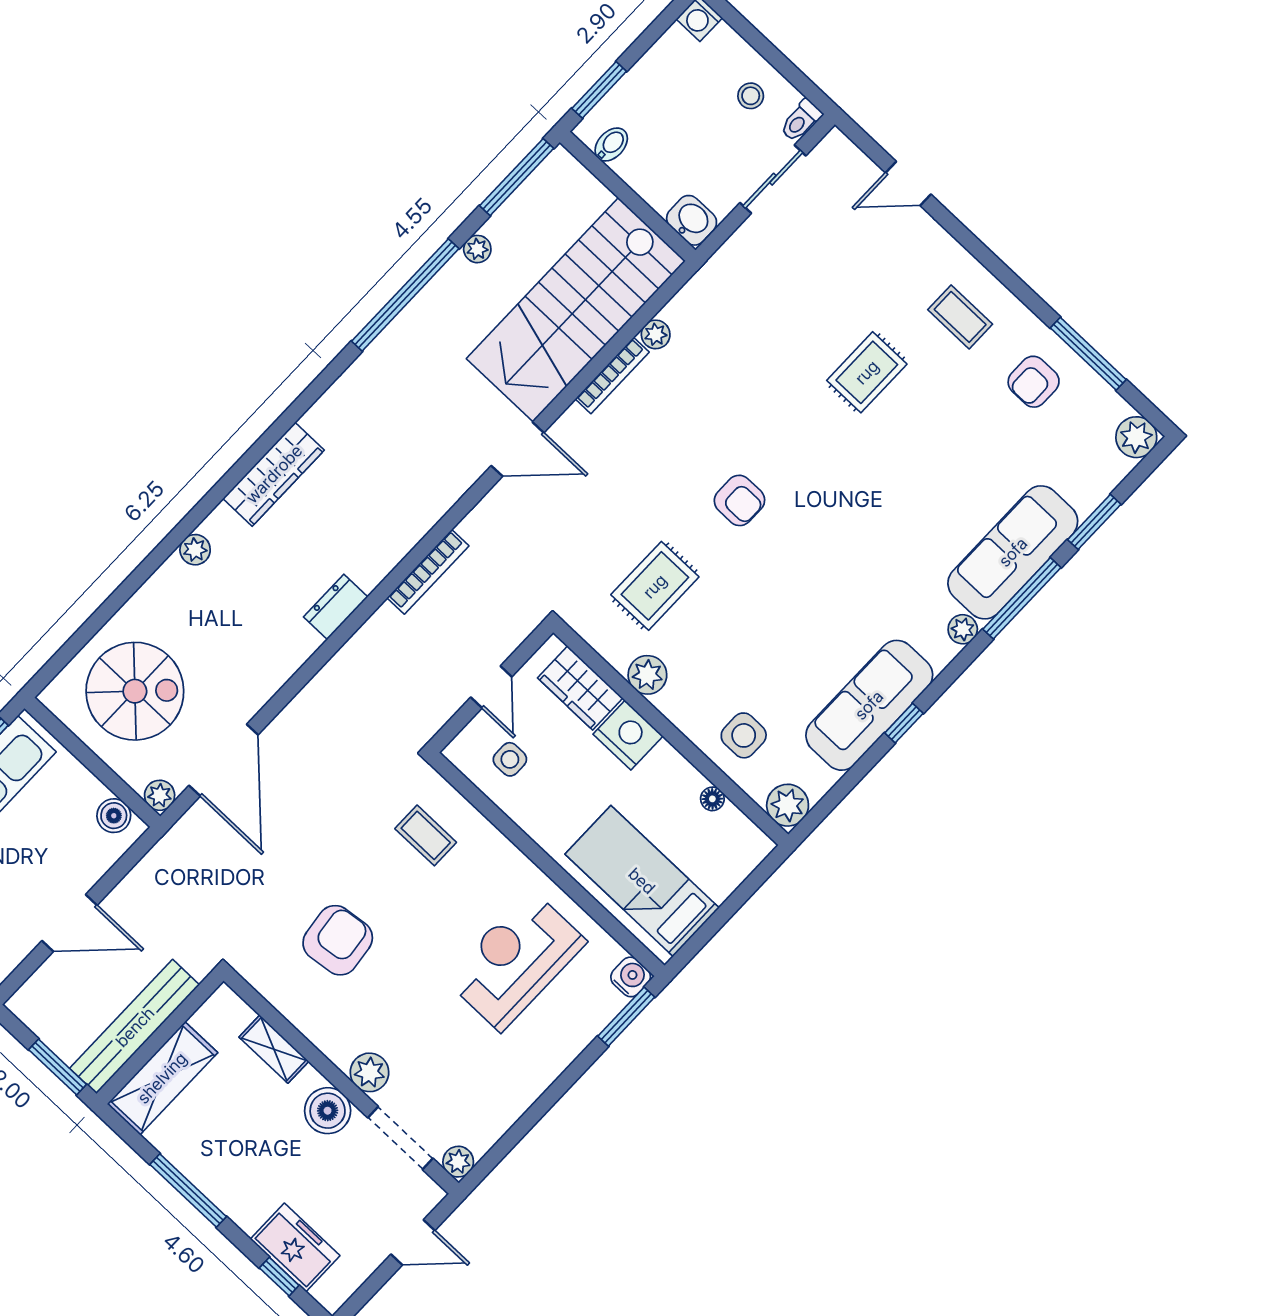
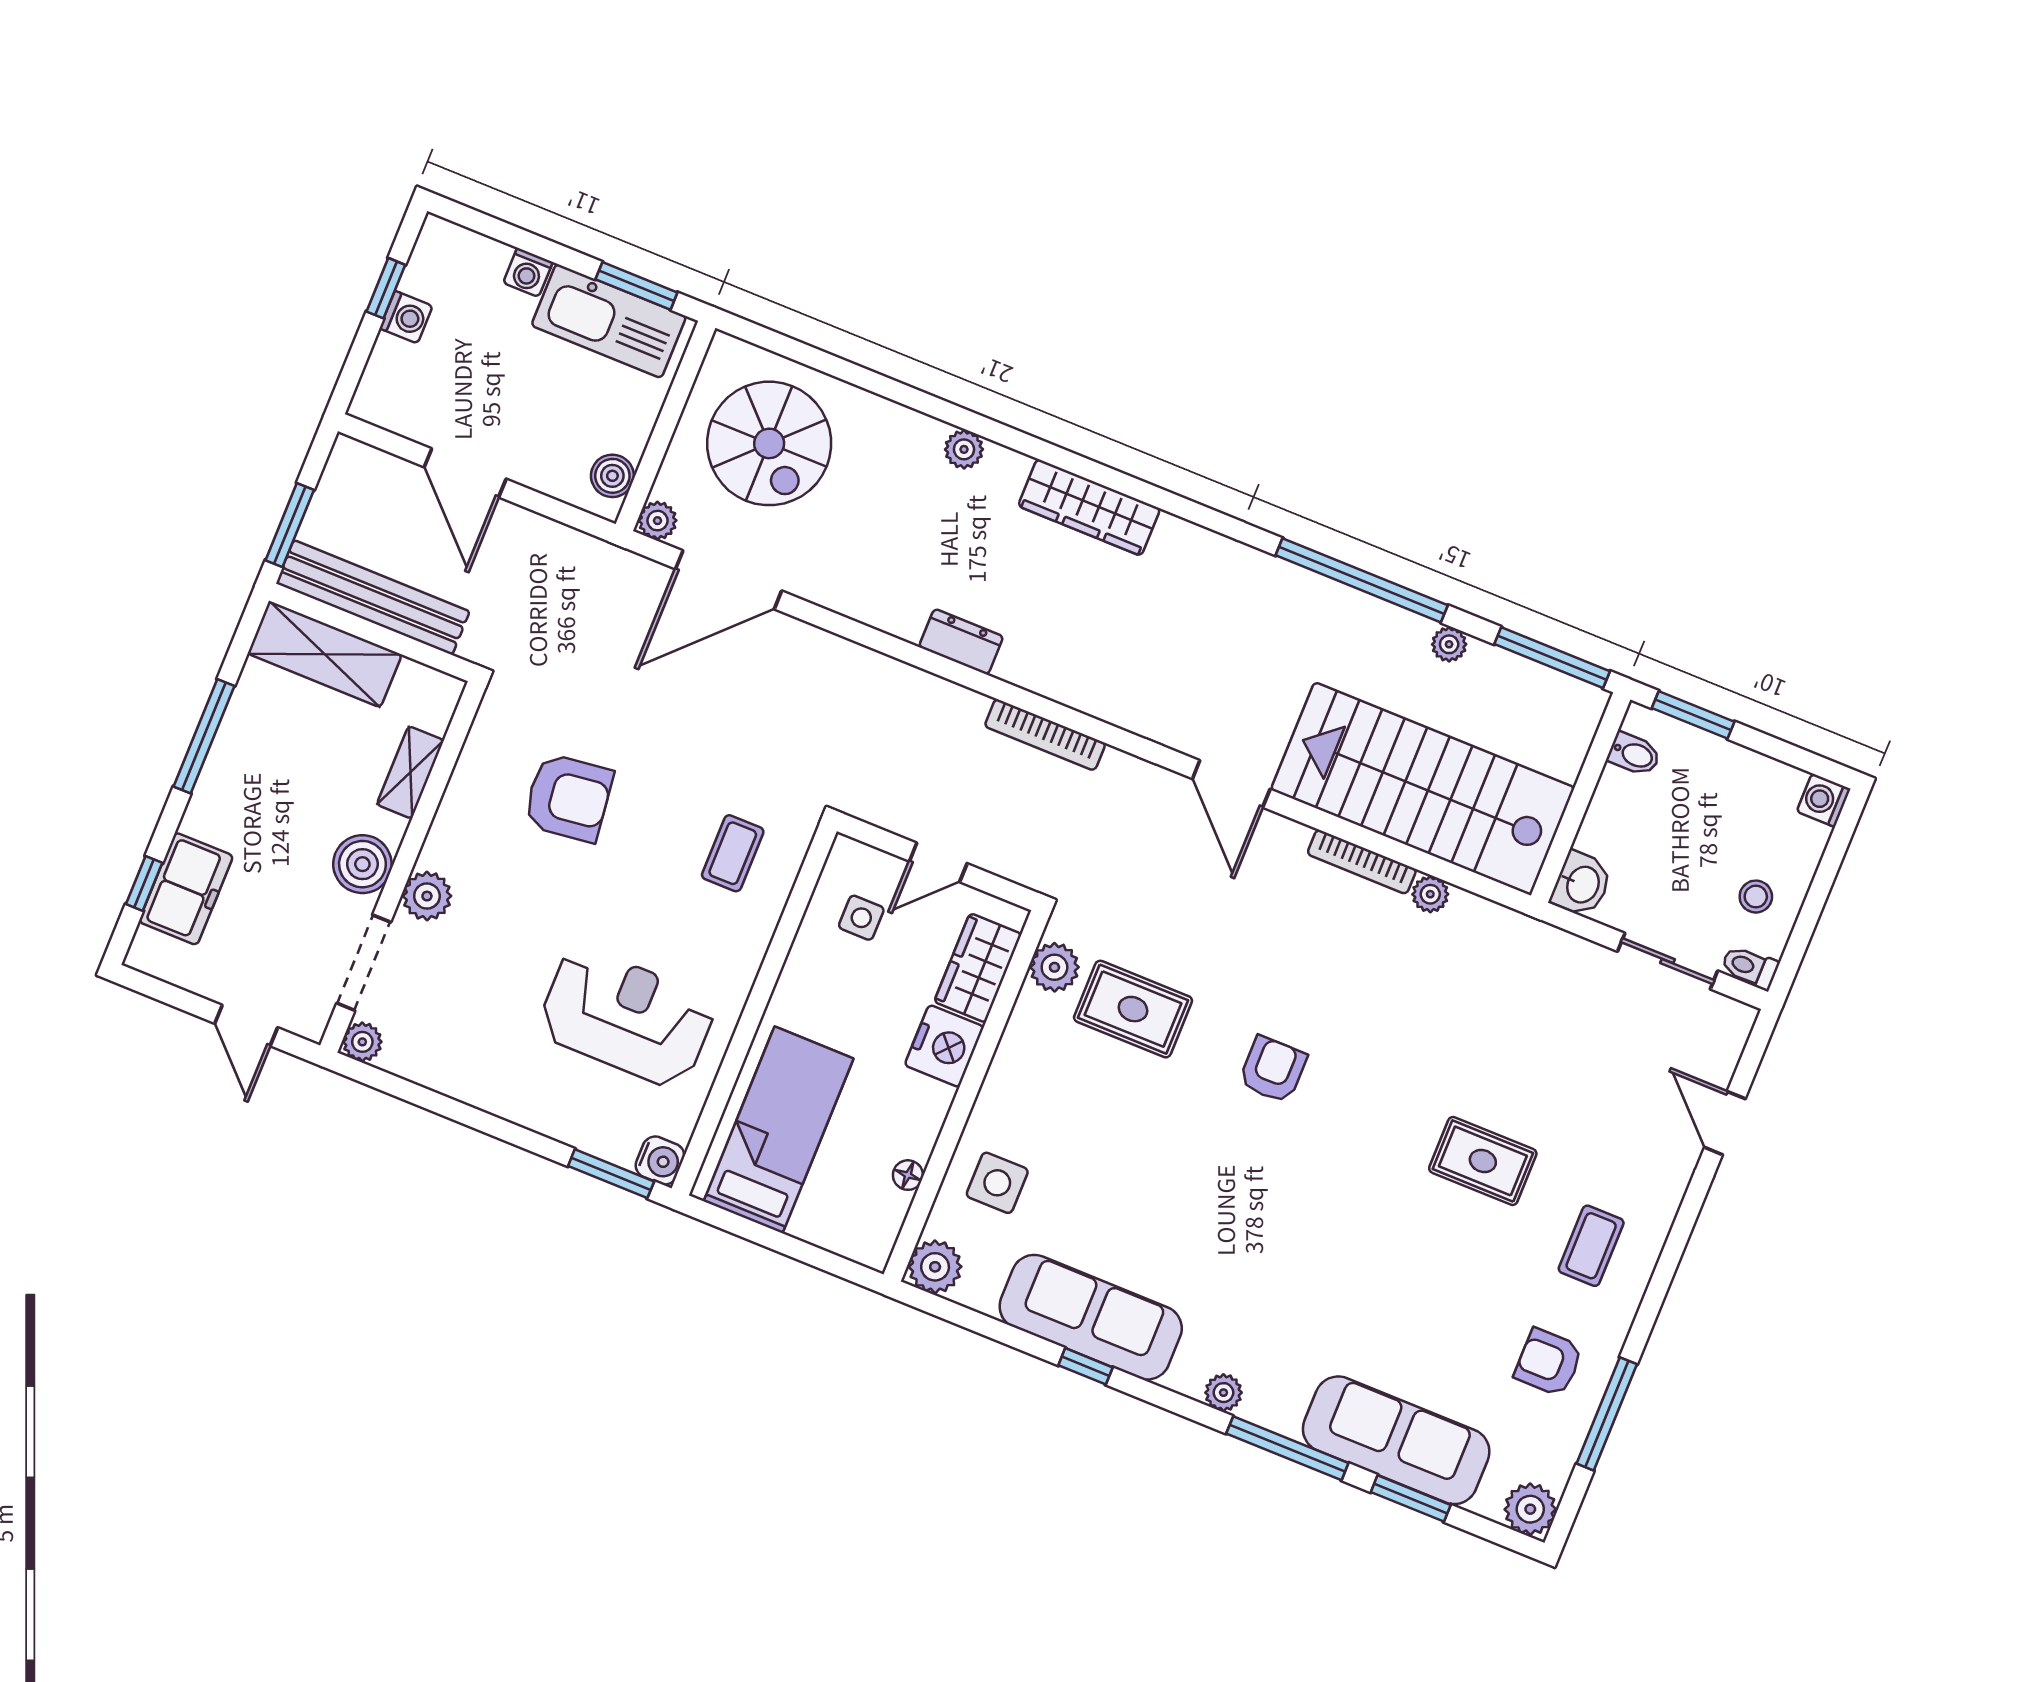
armchair: (739, 500) -> (1273, 1070), turned 180
sofa: (1013, 552) -> (1396, 1440), moved
plant: (647, 675) -> (1054, 967), moved

